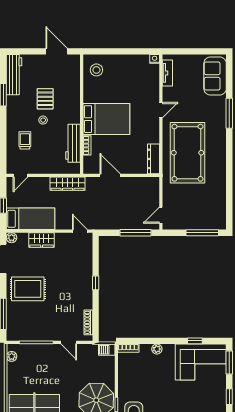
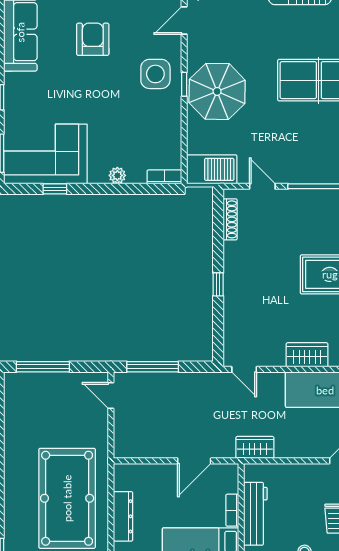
dresser: (153, 159) -> (123, 516), moved
door: (110, 175) -> (194, 461), hinge flipped
wardrobe: (68, 184) -> (255, 447), width x0.67
door: (161, 215) -> (111, 396), swing flipped
barbecue: (107, 350) -> (212, 169), width x1.88, depth x1.53

